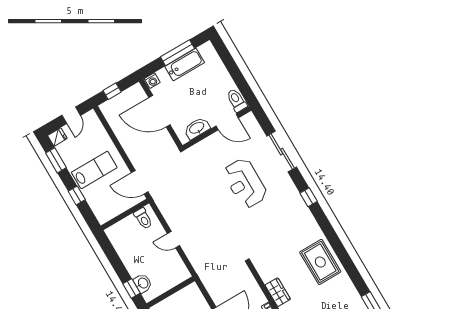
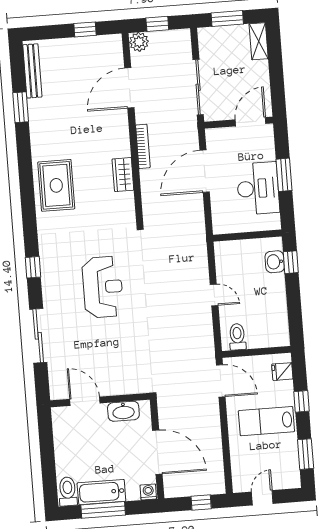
toilet: (237, 100) -> (68, 491), moved, turned 180
fridge: (57, 137) -> (282, 372), moved
reception desk: (245, 183) -> (103, 287), moved

